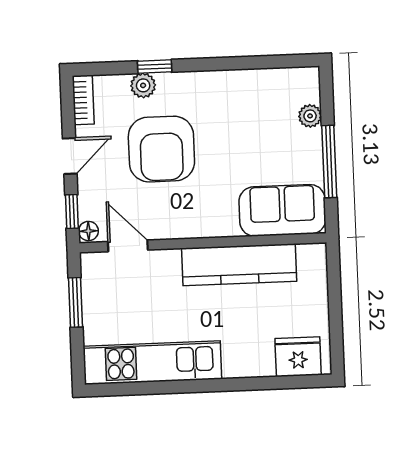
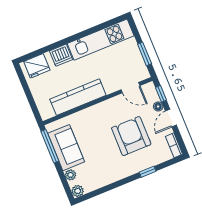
plant: (143, 85) -> (78, 191), moved
window: (329, 162) -> (50, 146), moved
sofa: (282, 210) -> (66, 148), moved, turned -90
floor lamp: (88, 231) -> (158, 106), moved
dishwasher: (242, 360) -> (61, 55), added

